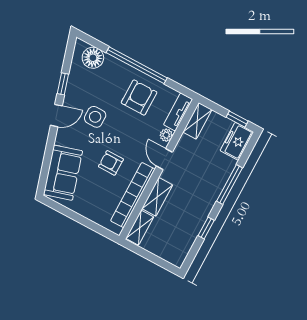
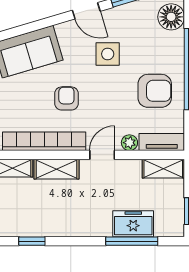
freezer: (237, 141) -> (133, 224), moved
window: (229, 184) -> (132, 241), moved
window: (206, 228) -> (32, 241), moved

